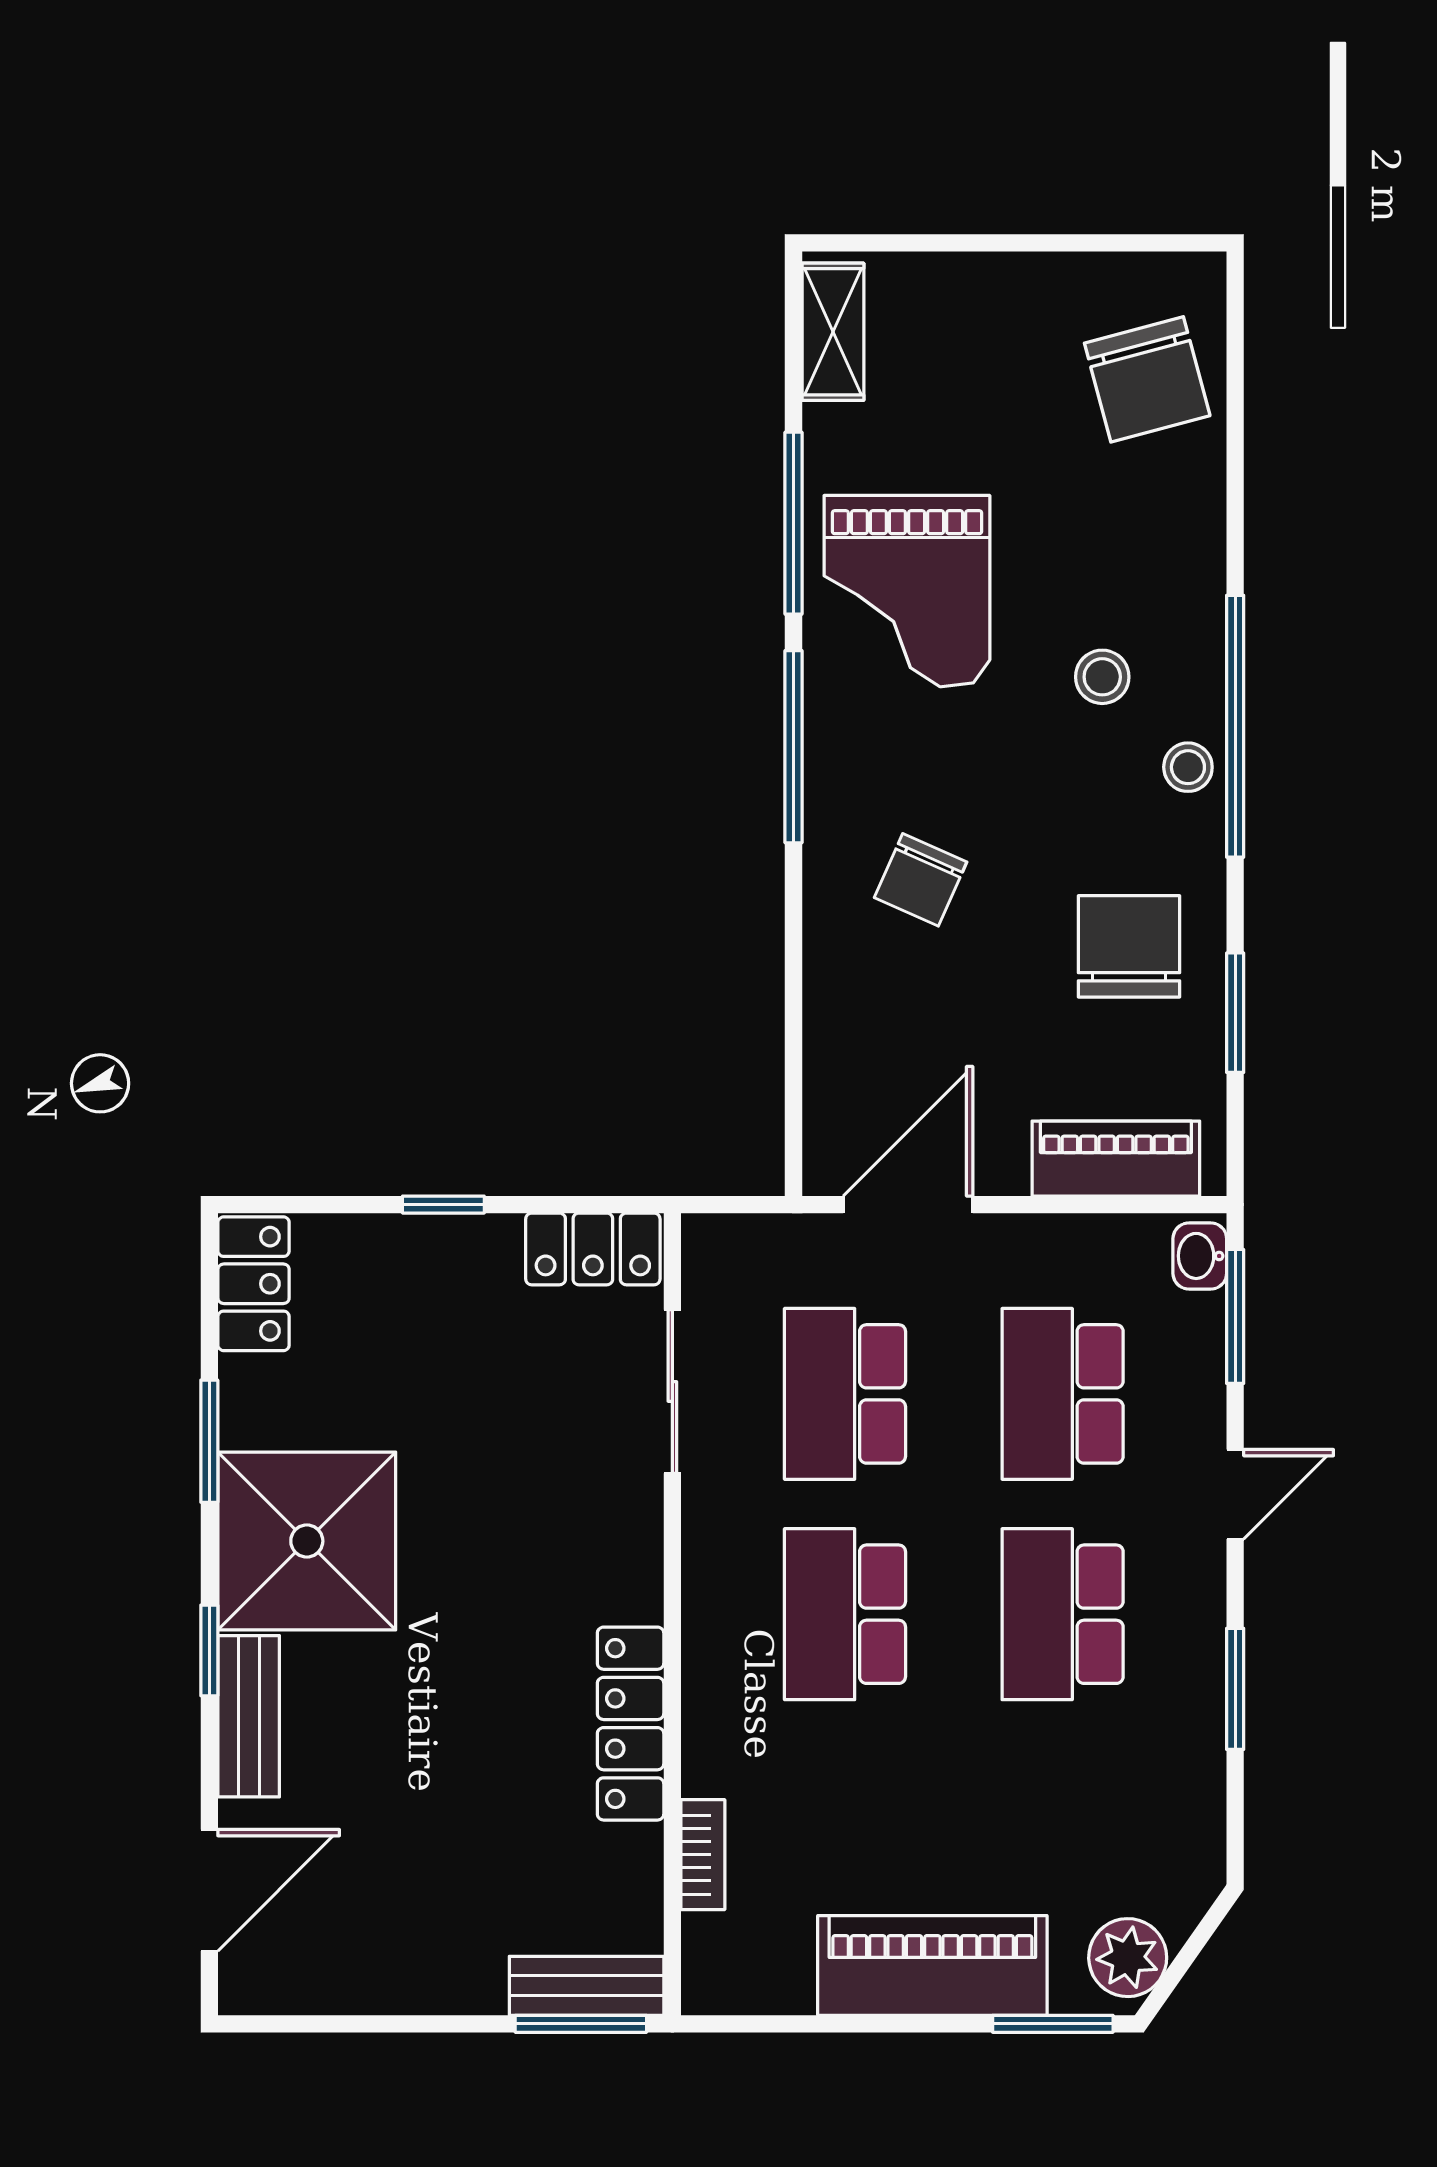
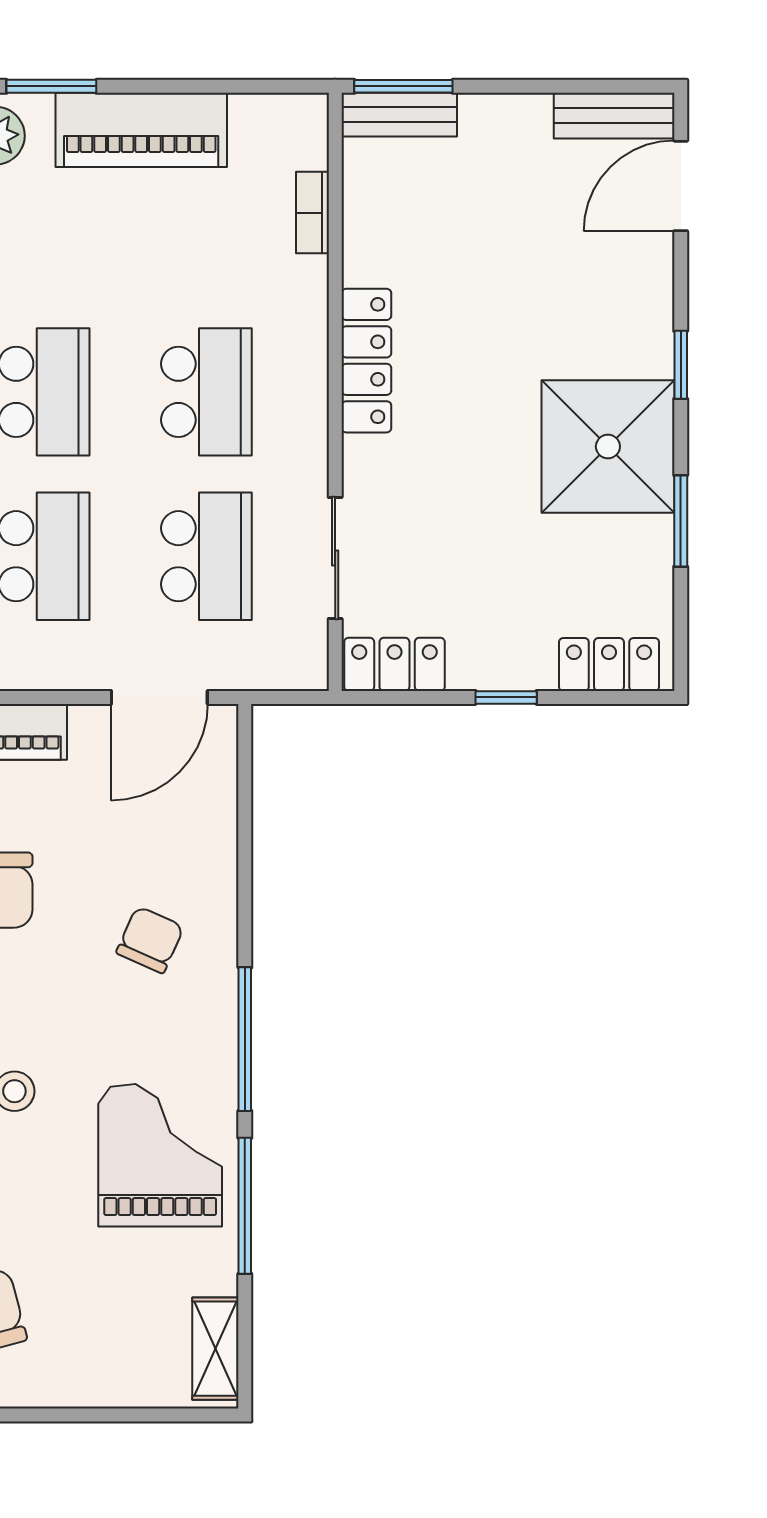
locker: (254, 1284) -> (609, 664), moved, turned 90
bench: (249, 1716) -> (614, 116), moved, turned 90
locker: (631, 1724) -> (366, 361), moved

